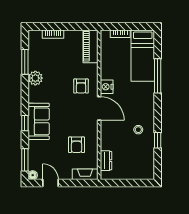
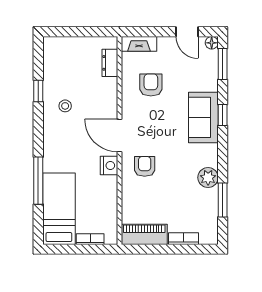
piano: (90, 46) -> (144, 234), moved, turned -90

